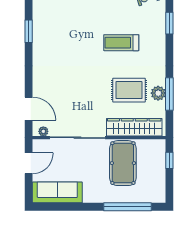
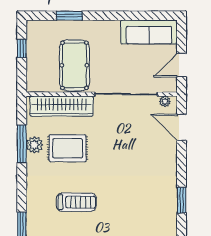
window: (29, 31) -> (181, 200), moved
window: (169, 160) -> (22, 48), moved
window: (128, 207) -> (69, 16), width x0.47

